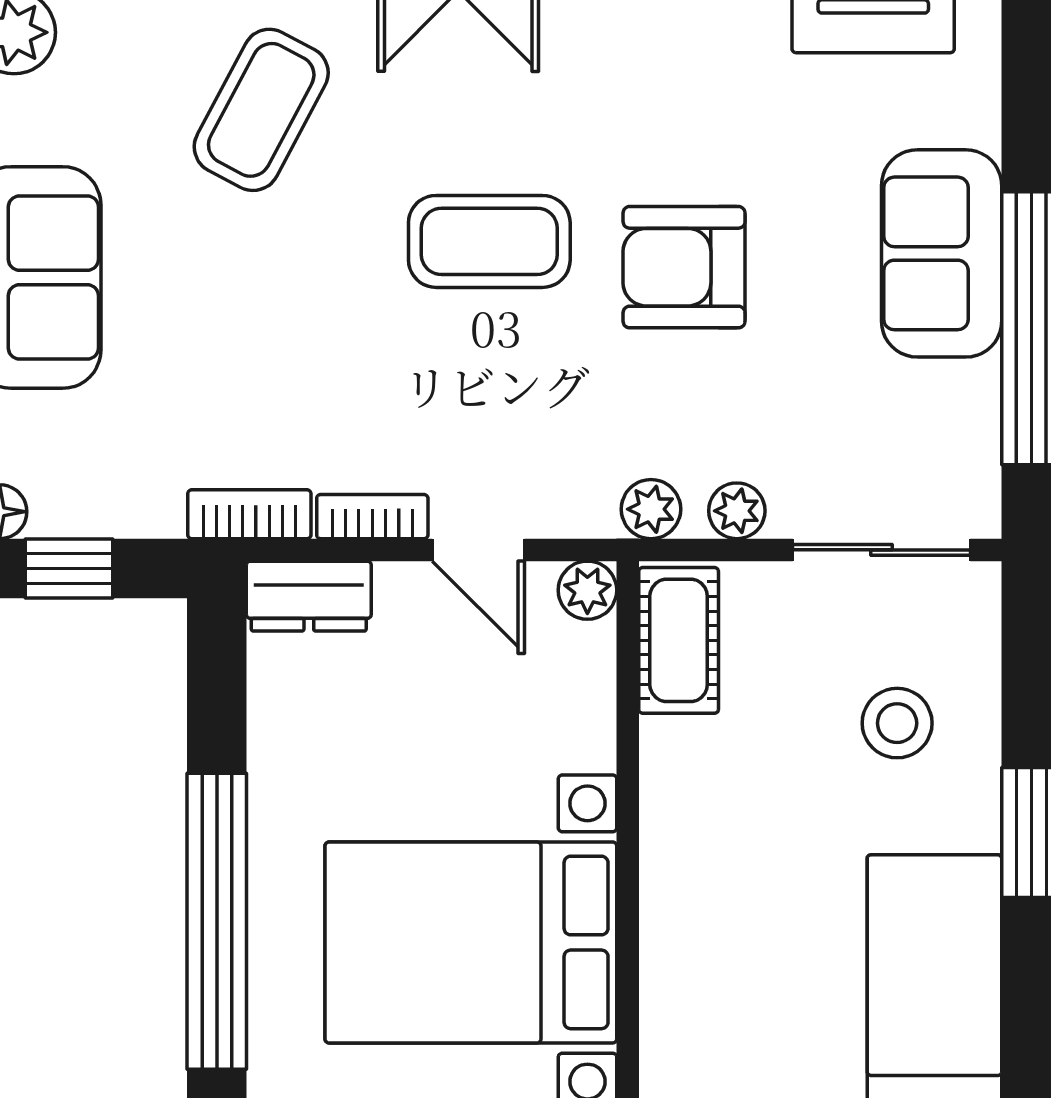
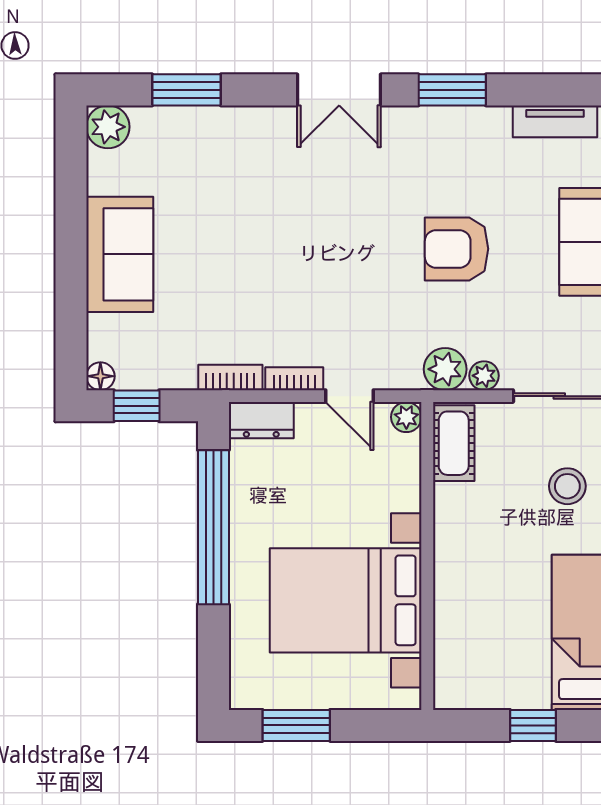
coffee table: (261, 110) -> (237, 167), removed
coffee table: (489, 241) -> (355, 236), removed
plant: (651, 509) -> (445, 369), width x1.38, depth x1.38
window: (217, 921) -> (213, 527), moved

